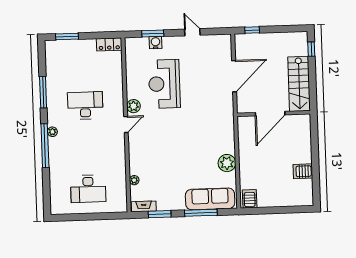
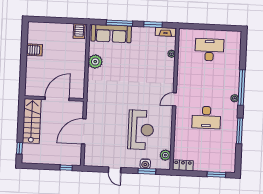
plant: (134, 106) -> (165, 155), moved

